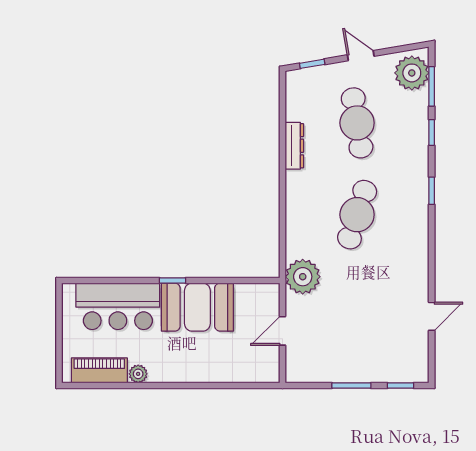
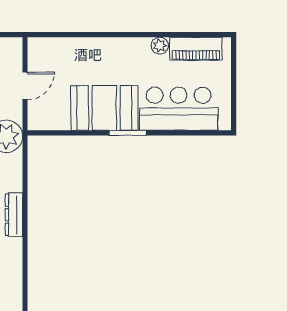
dresser: (294, 146) -> (14, 215), moved
window: (173, 280) -> (128, 133), width x1.50

